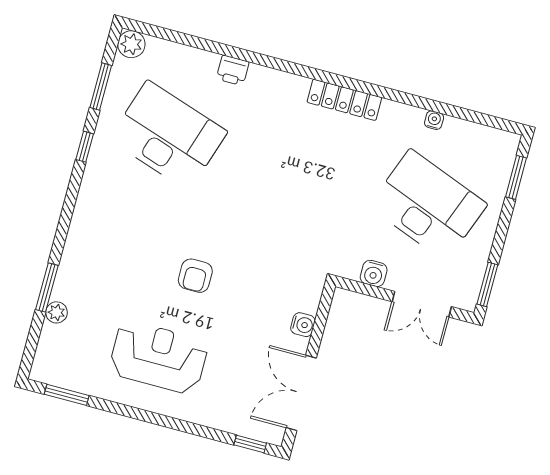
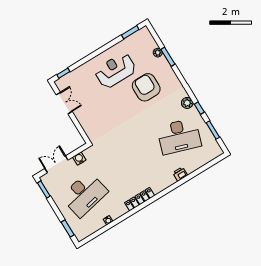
plant: (131, 44) -> (187, 103), moved
desk: (428, 205) -> (84, 194), turned -33
armchair: (195, 276) -> (146, 87), moved, width x1.88, depth x1.88
water cooler: (303, 325) -> (84, 123), removed
reception desk: (159, 357) -> (115, 70), turned 180
double door: (301, 393) -> (64, 103), width x0.73

